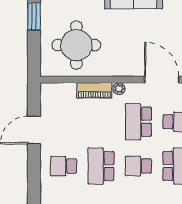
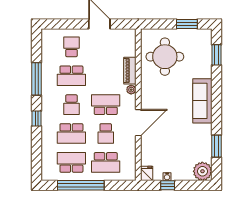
school desk: (101, 166) -> (71, 76), turned 180
school desk: (138, 166) -> (71, 105), turned 180

